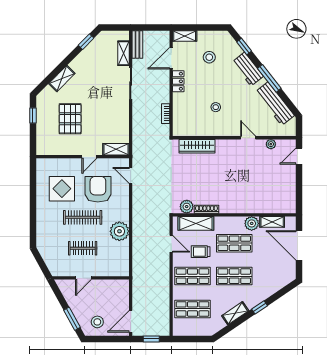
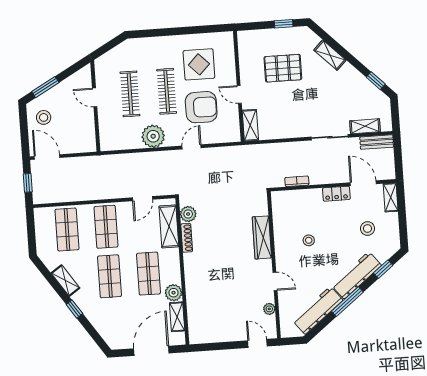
workbench: (248, 69) -> (357, 275), width x1.38
door: (248, 138) -> (275, 281), hinge flipped
wardrobe: (197, 146) -> (262, 237), moved
door: (131, 175) -> (192, 147), moved
clothes rail: (83, 248) -> (130, 94), width x1.36
trolley: (201, 252) -> (136, 234), removed

